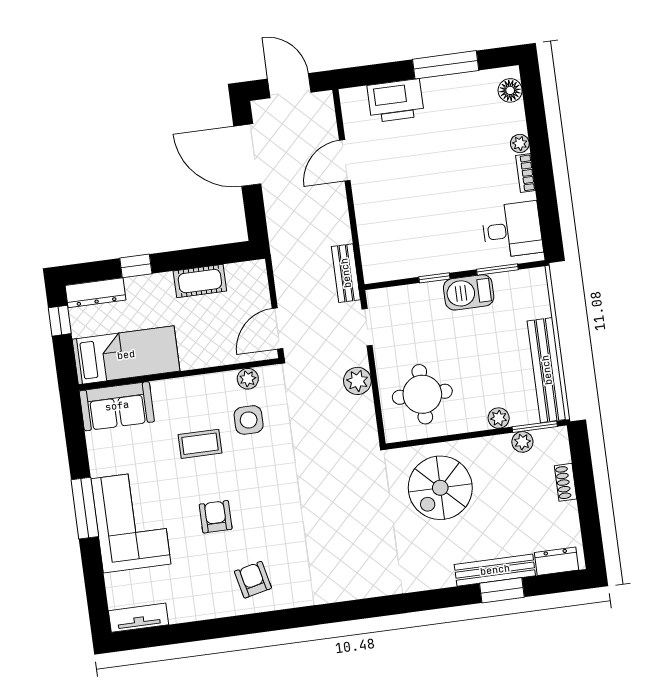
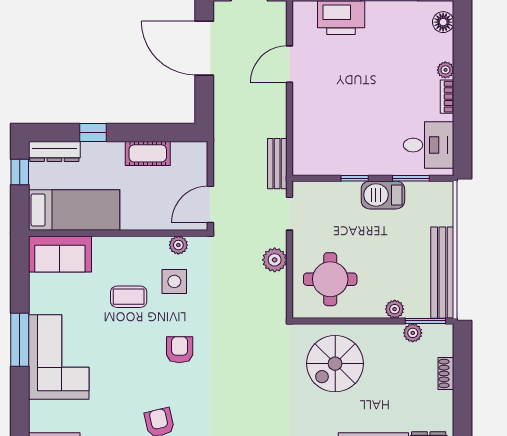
armchair: (216, 517) -> (180, 350), moved

